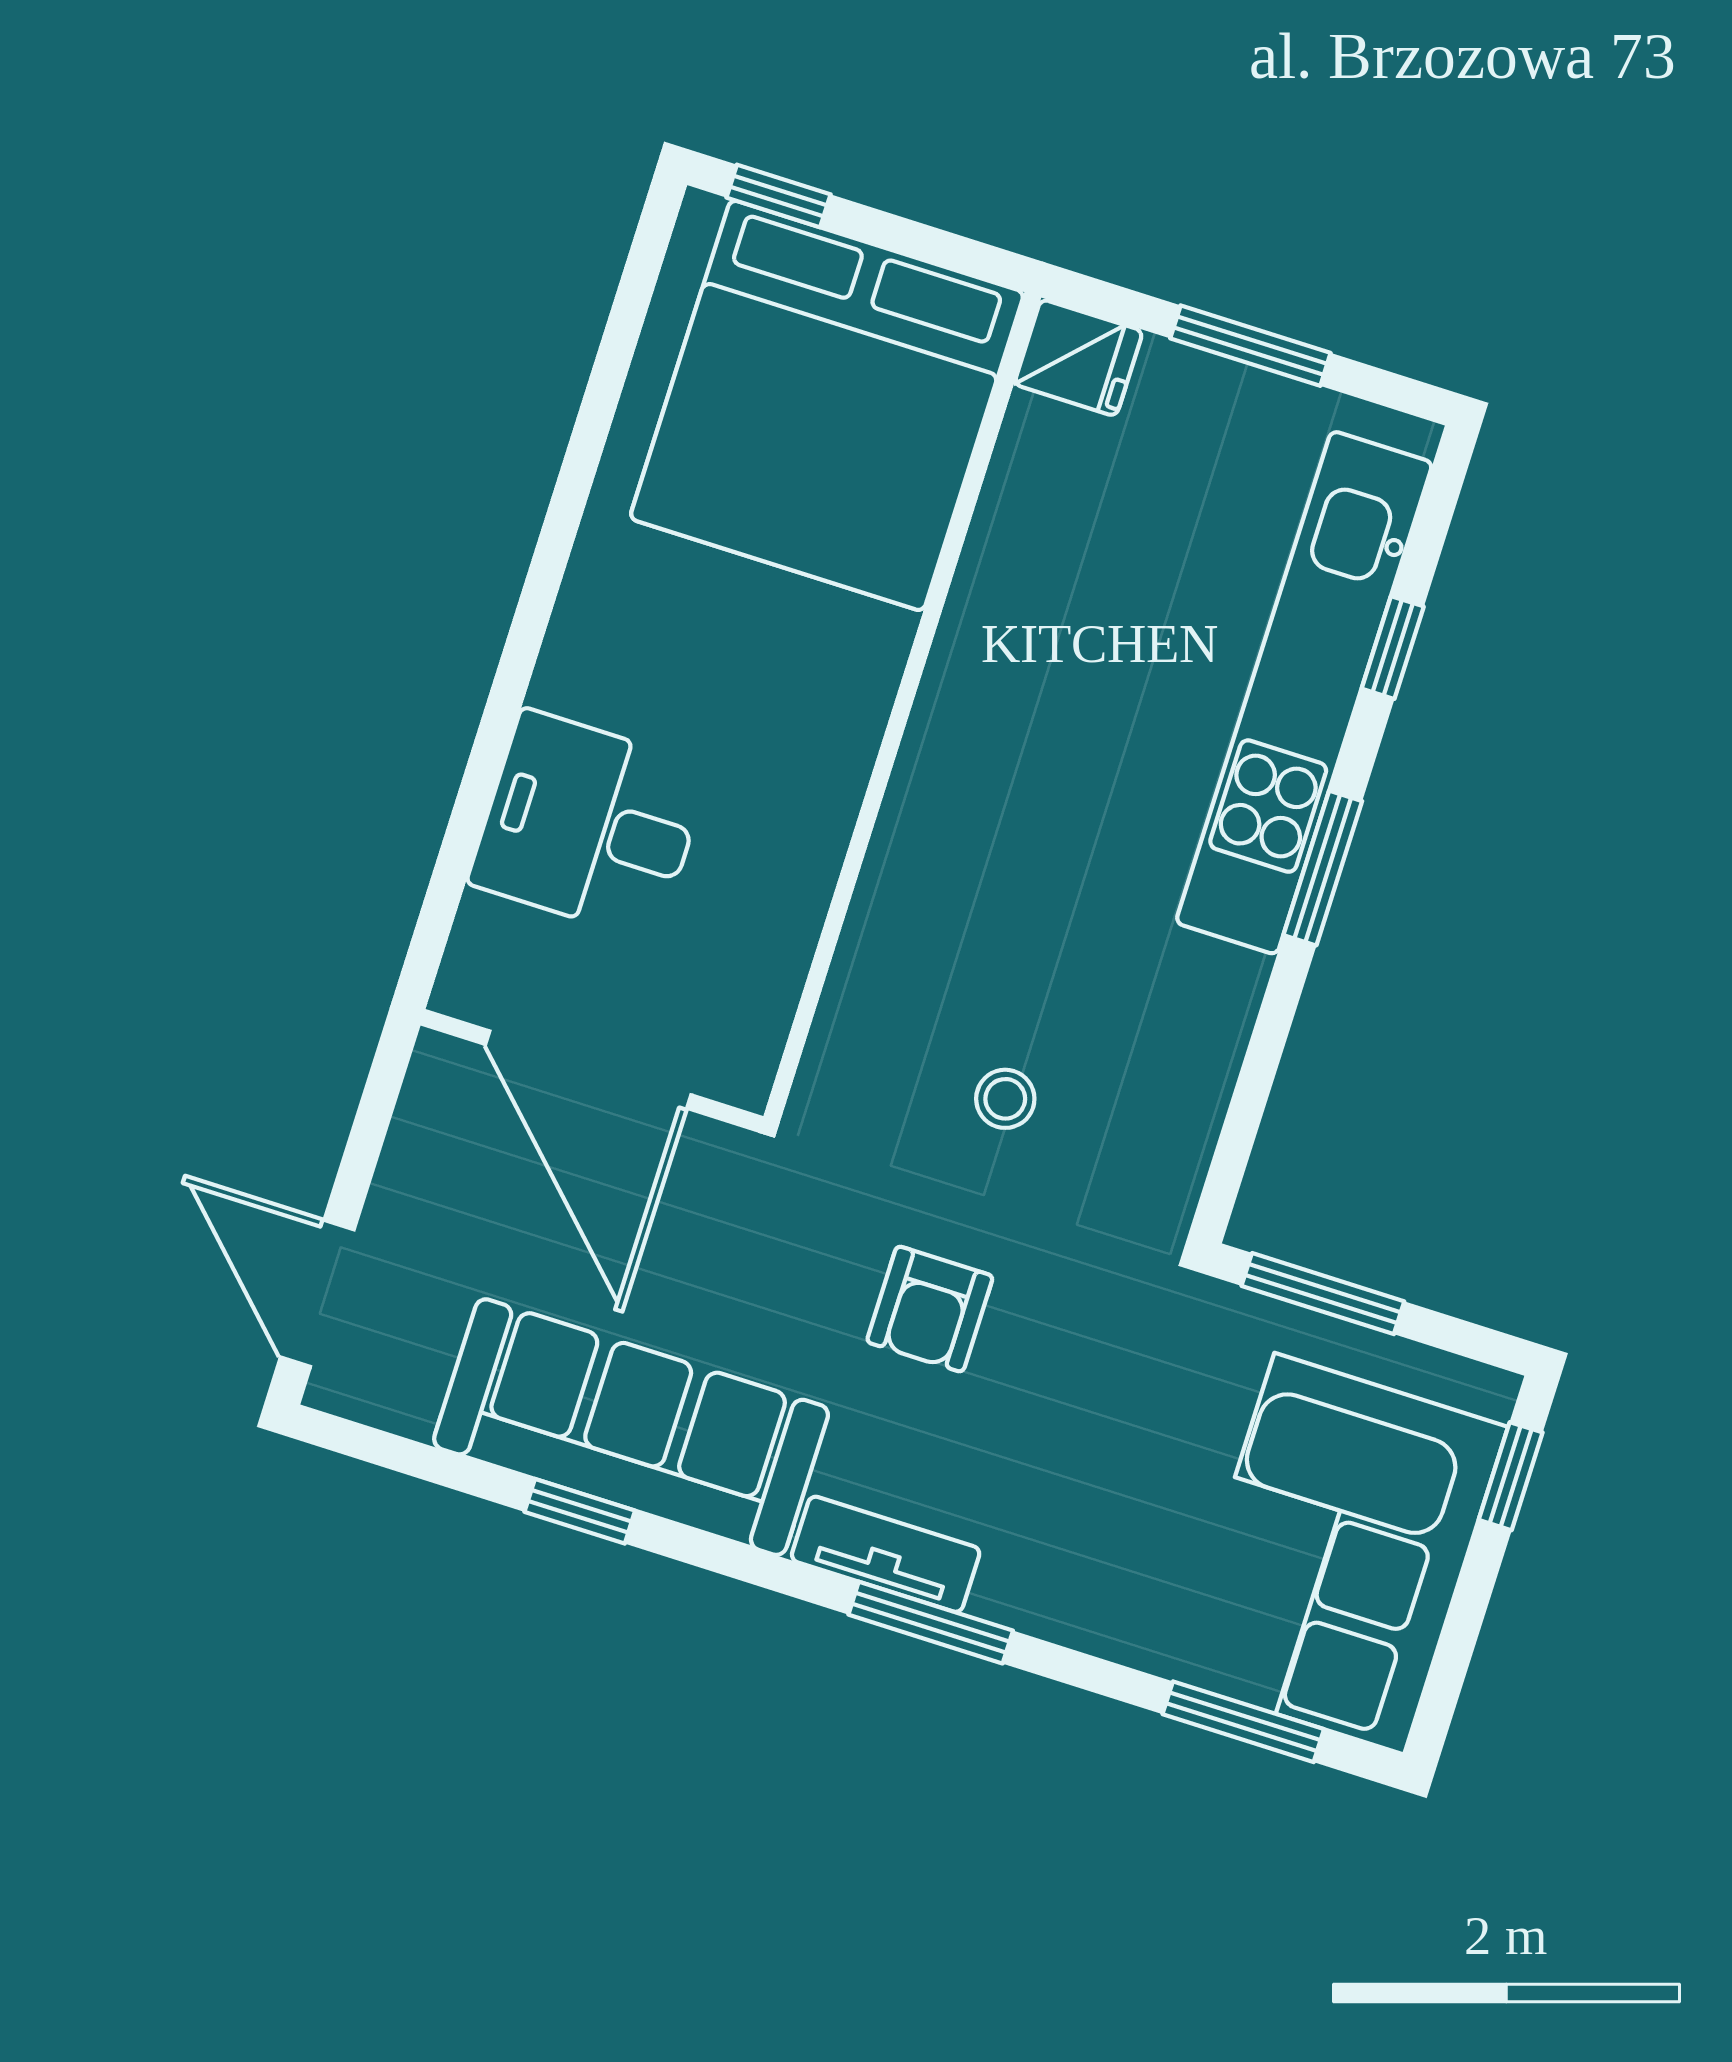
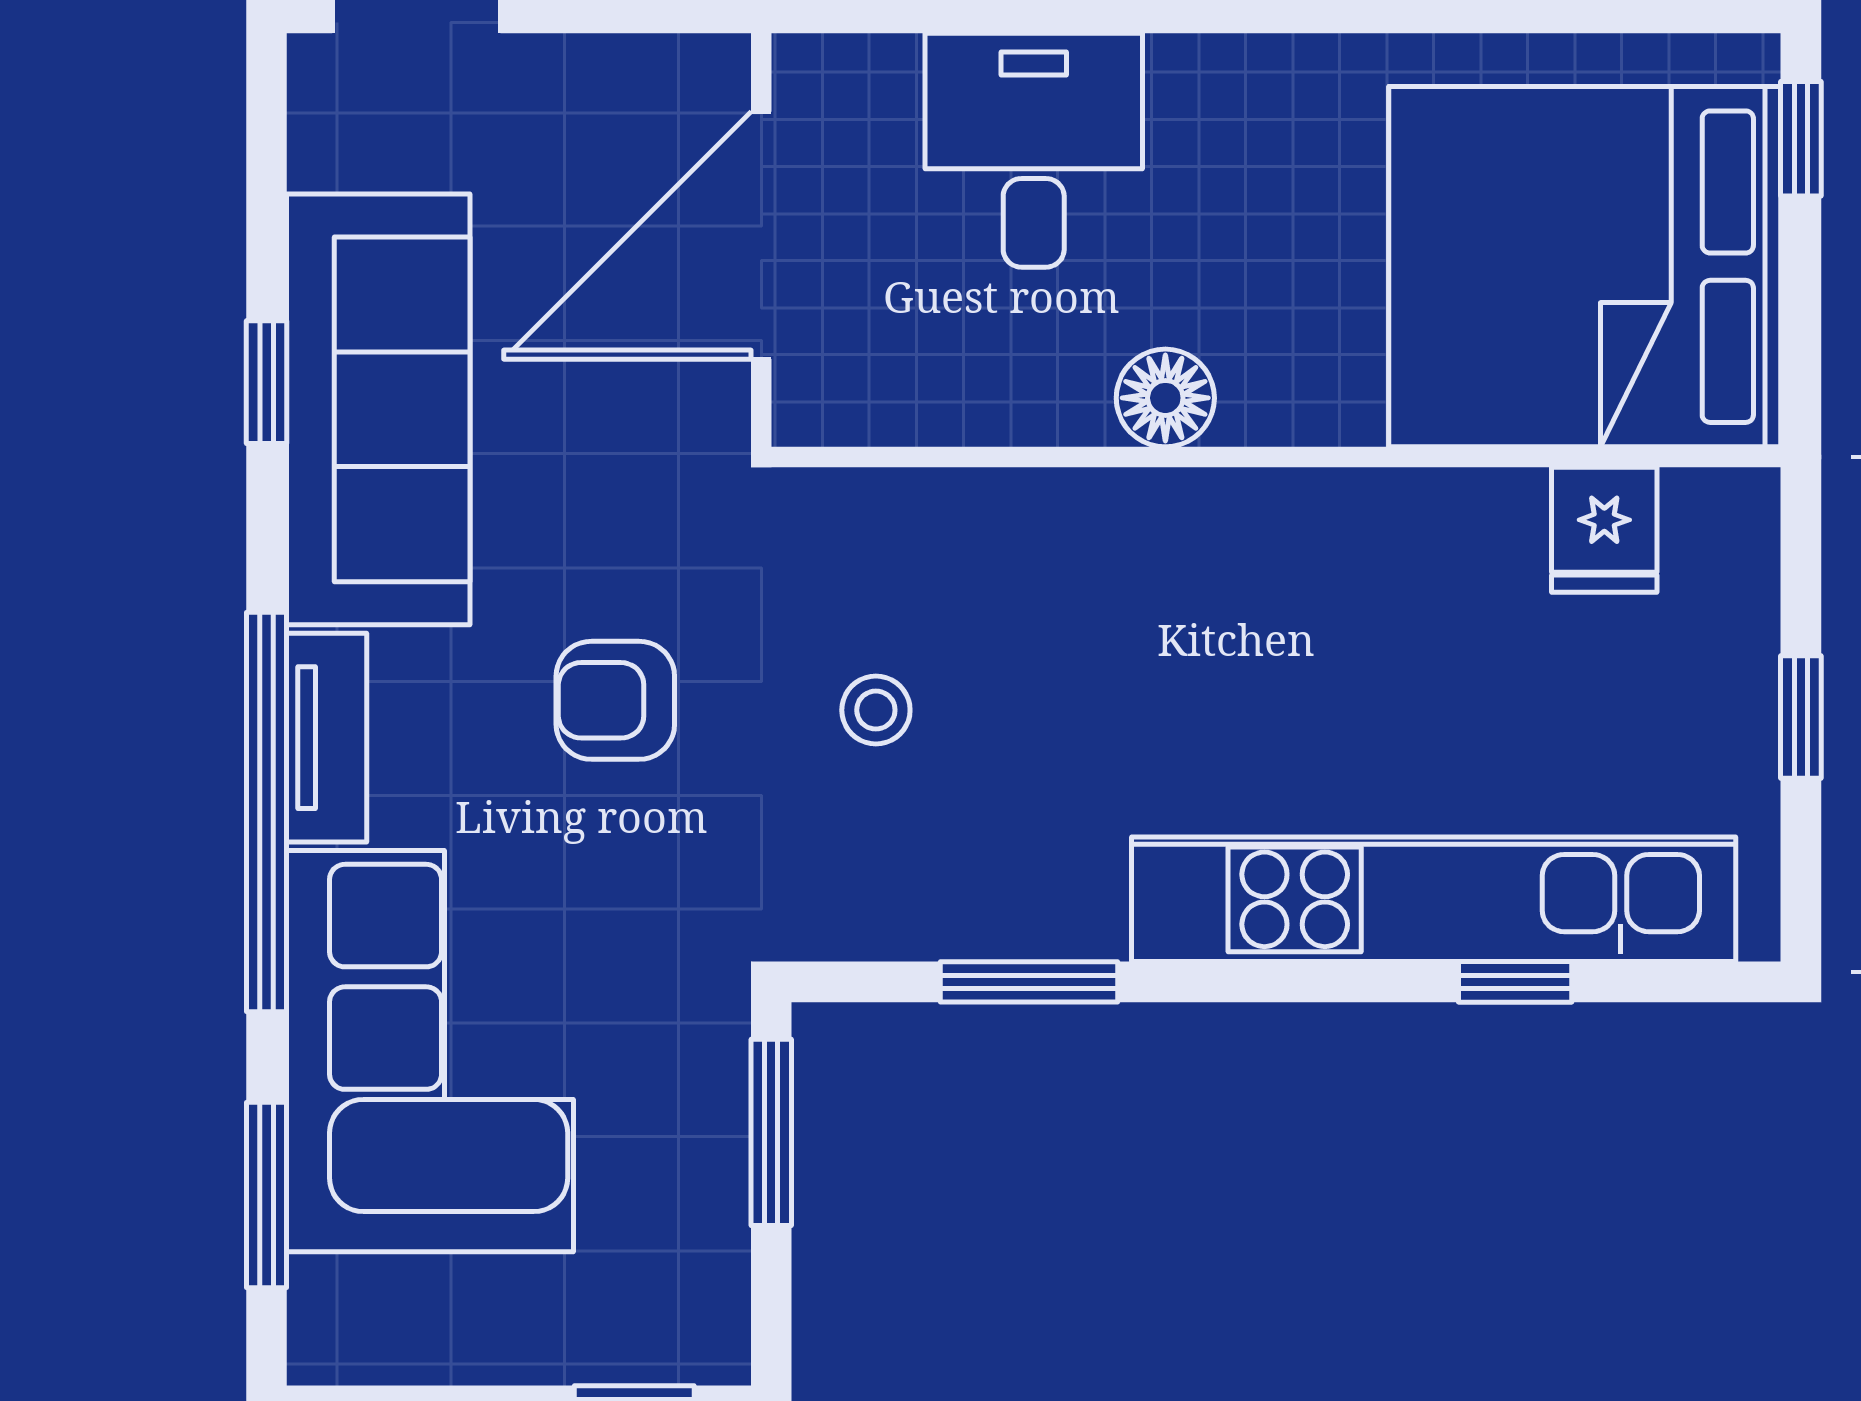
window: (1250, 346) -> (1801, 717), width x0.67
fridge: (1078, 358) -> (1604, 530), moved
floor lamp: (826, 782) -> (1165, 398), added
window: (1323, 868) -> (1029, 982), moved
corner sofa: (1339, 1554) -> (430, 1051), moved, turned 90
window: (931, 1623) -> (267, 812), width x2.11

